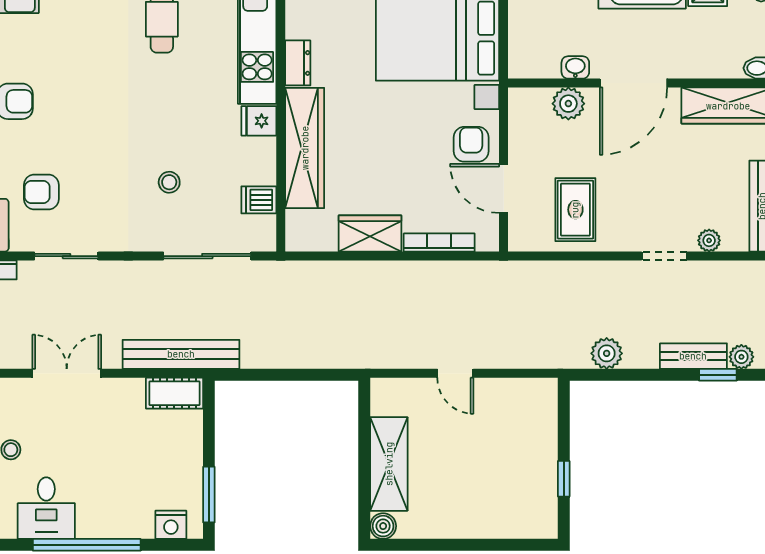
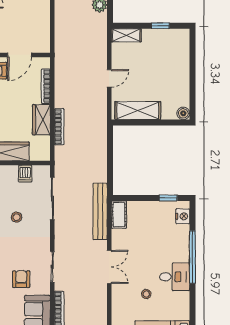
armchair: (41, 192) -> (21, 279), turned 180
rug: (575, 210) -> (30, 20), removed
bookcase: (356, 270) -> (59, 127), added
double door: (67, 373) -> (109, 267), swing flipped
shelving: (544, 408) -> (126, 35), added
shelving: (389, 464) -> (138, 111), moved
window: (209, 495) -> (168, 198), width x0.67

